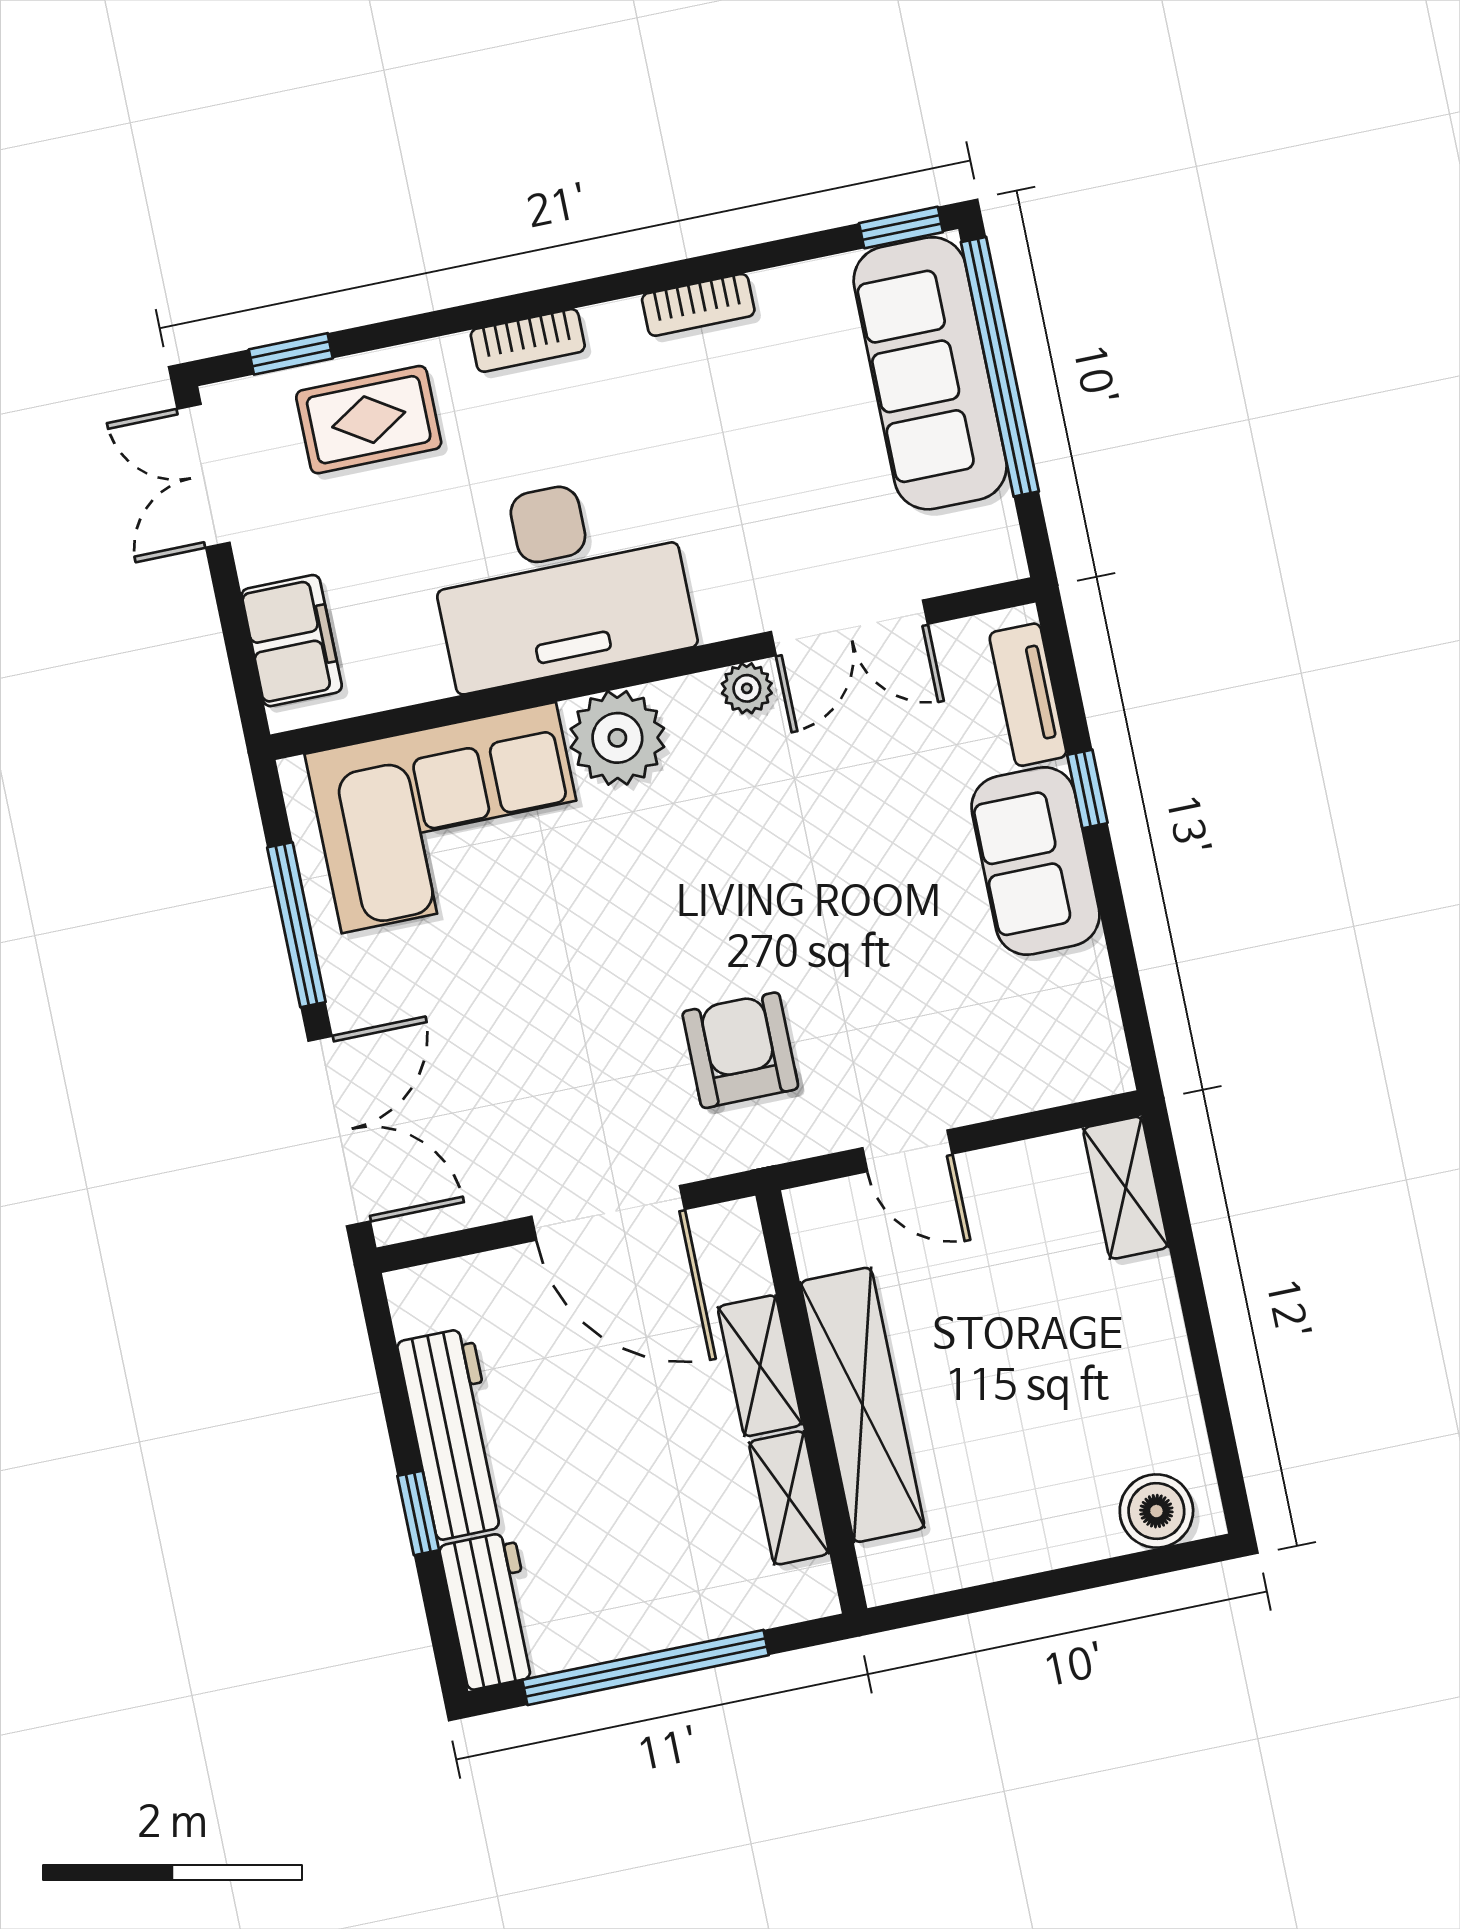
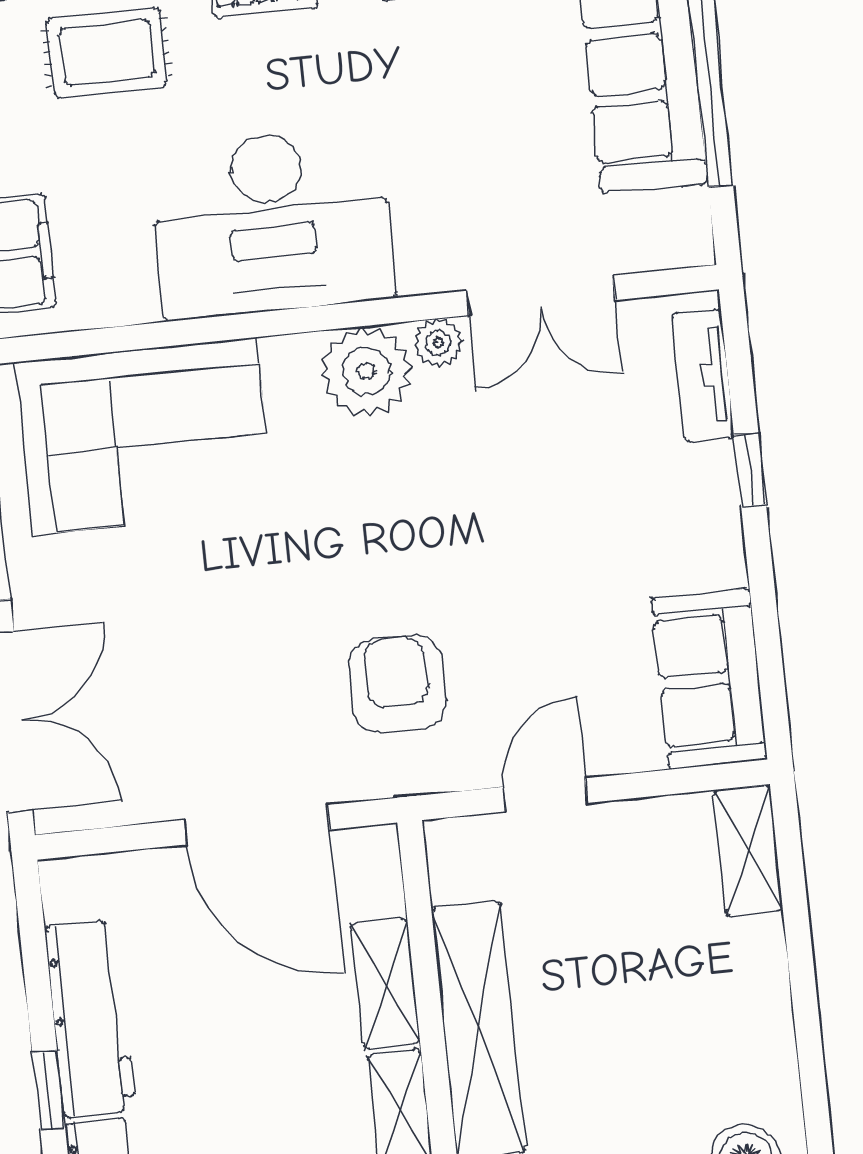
plant: (617, 738) -> (366, 371), moved
sofa: (1035, 861) -> (709, 679), moved
door: (907, 1151) -> (545, 795), swing flipped

